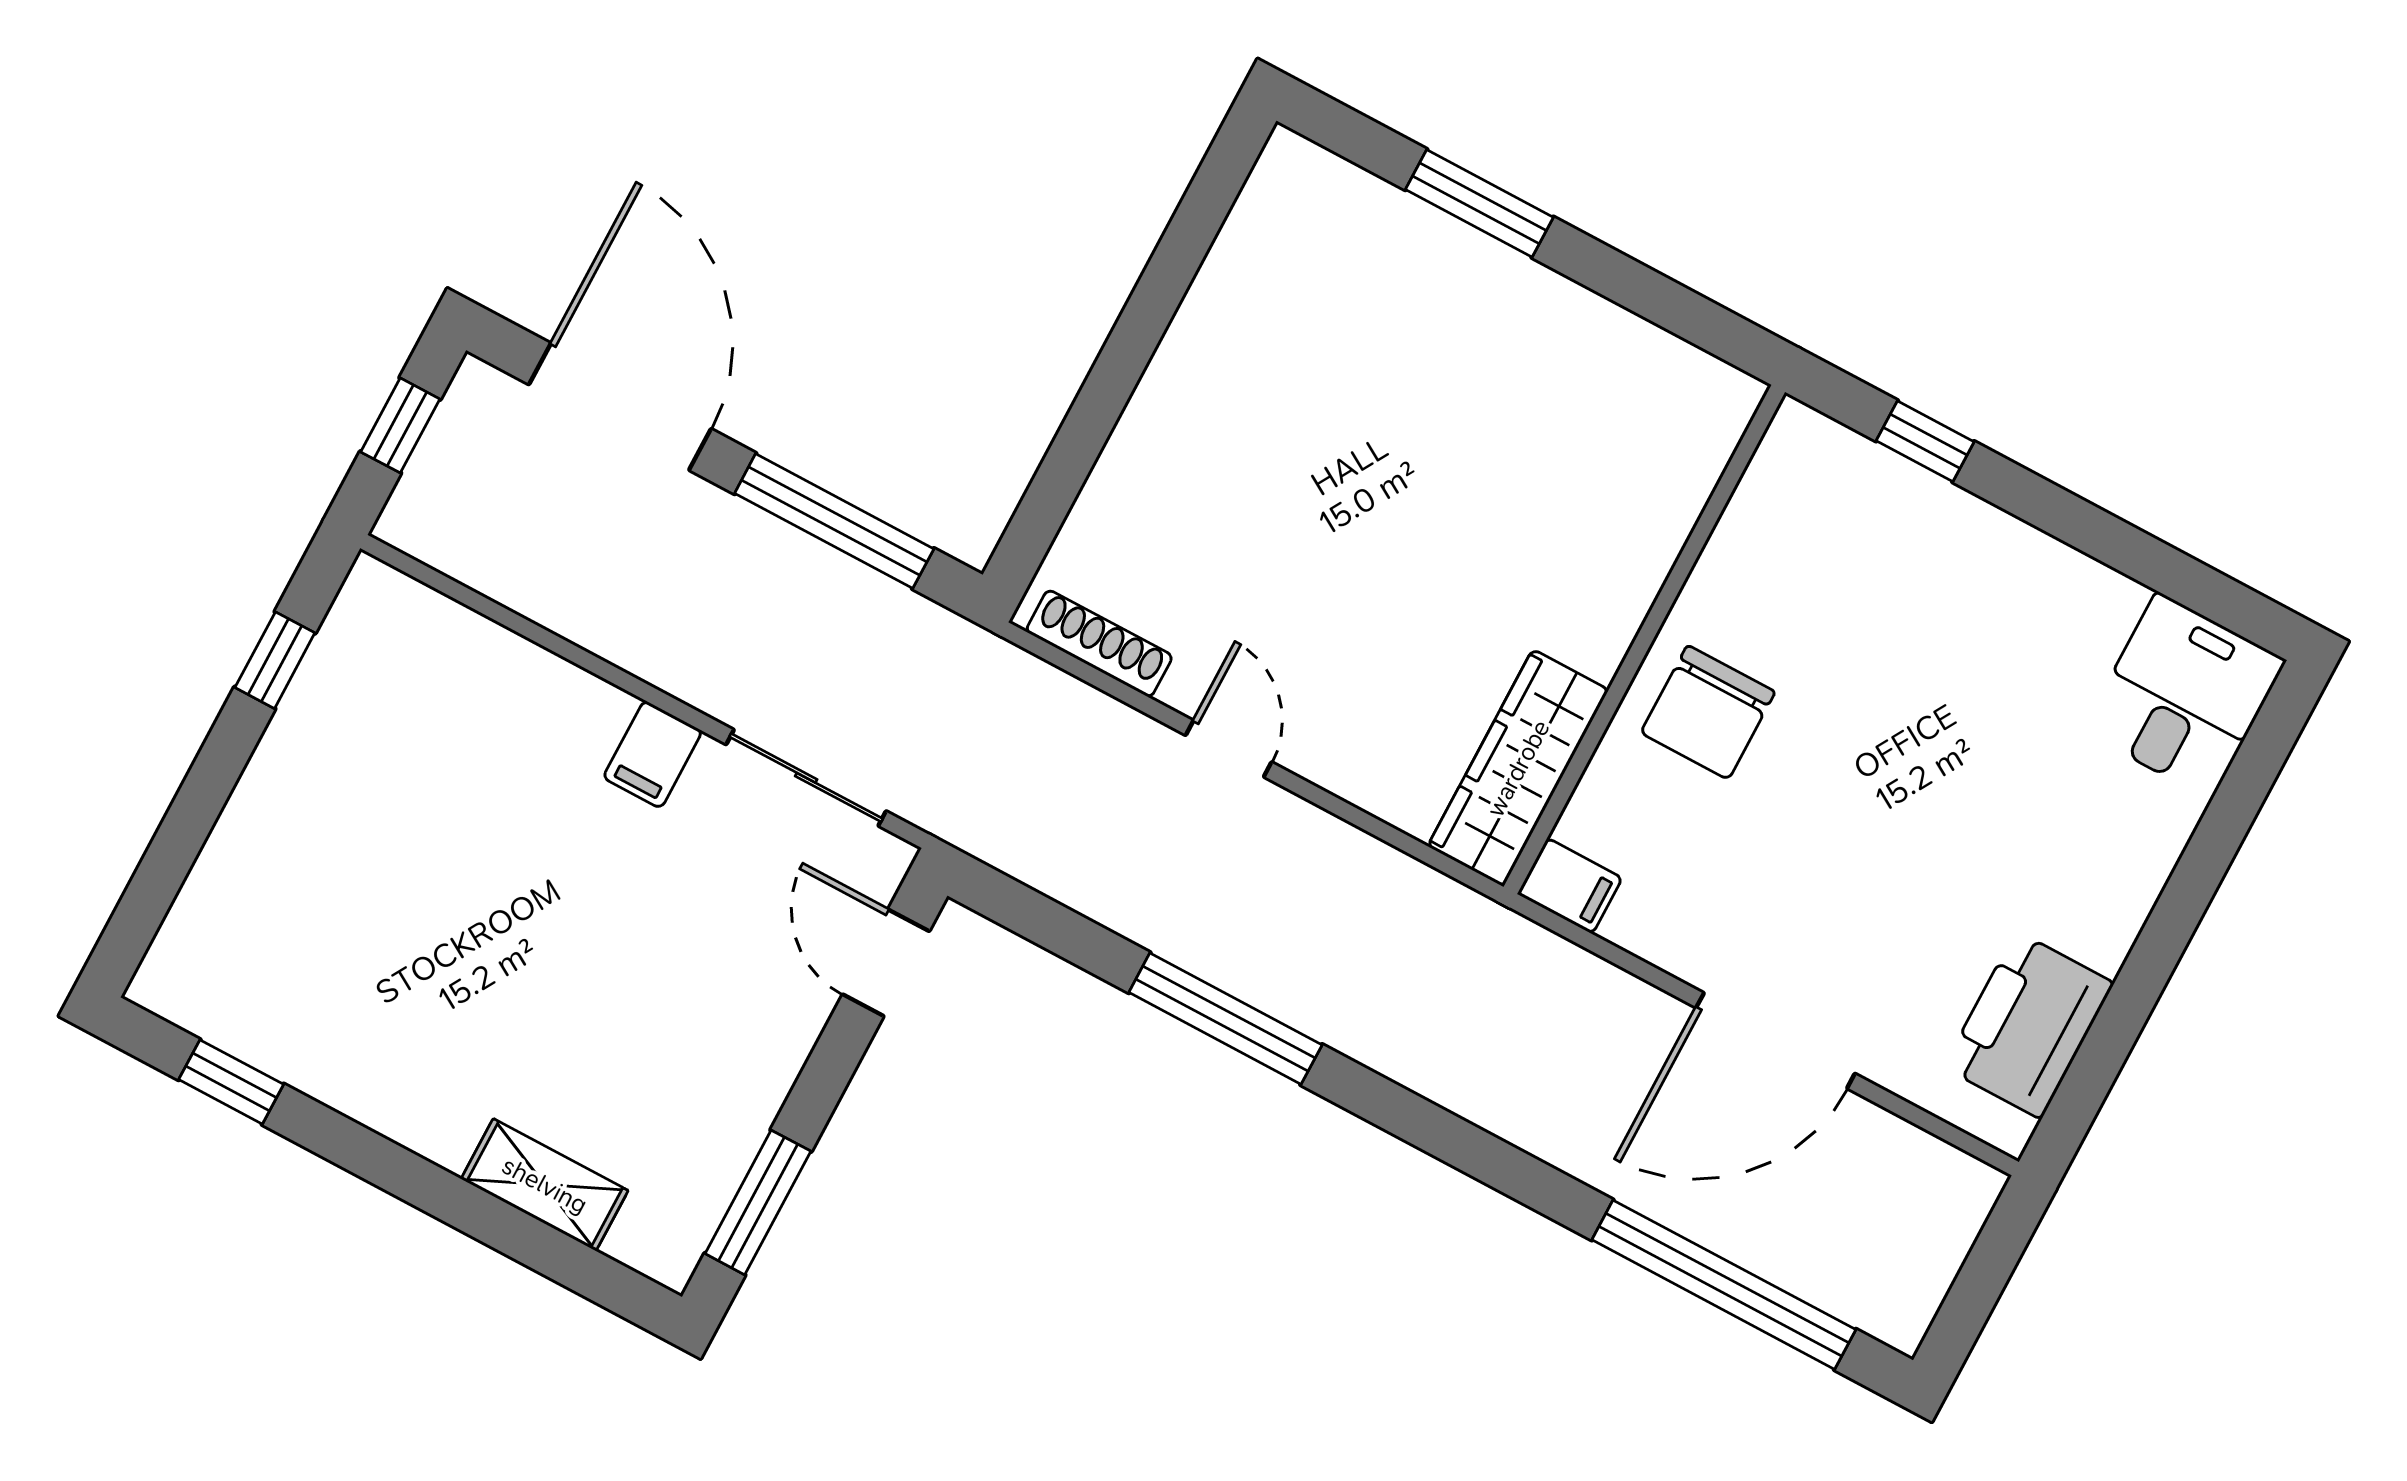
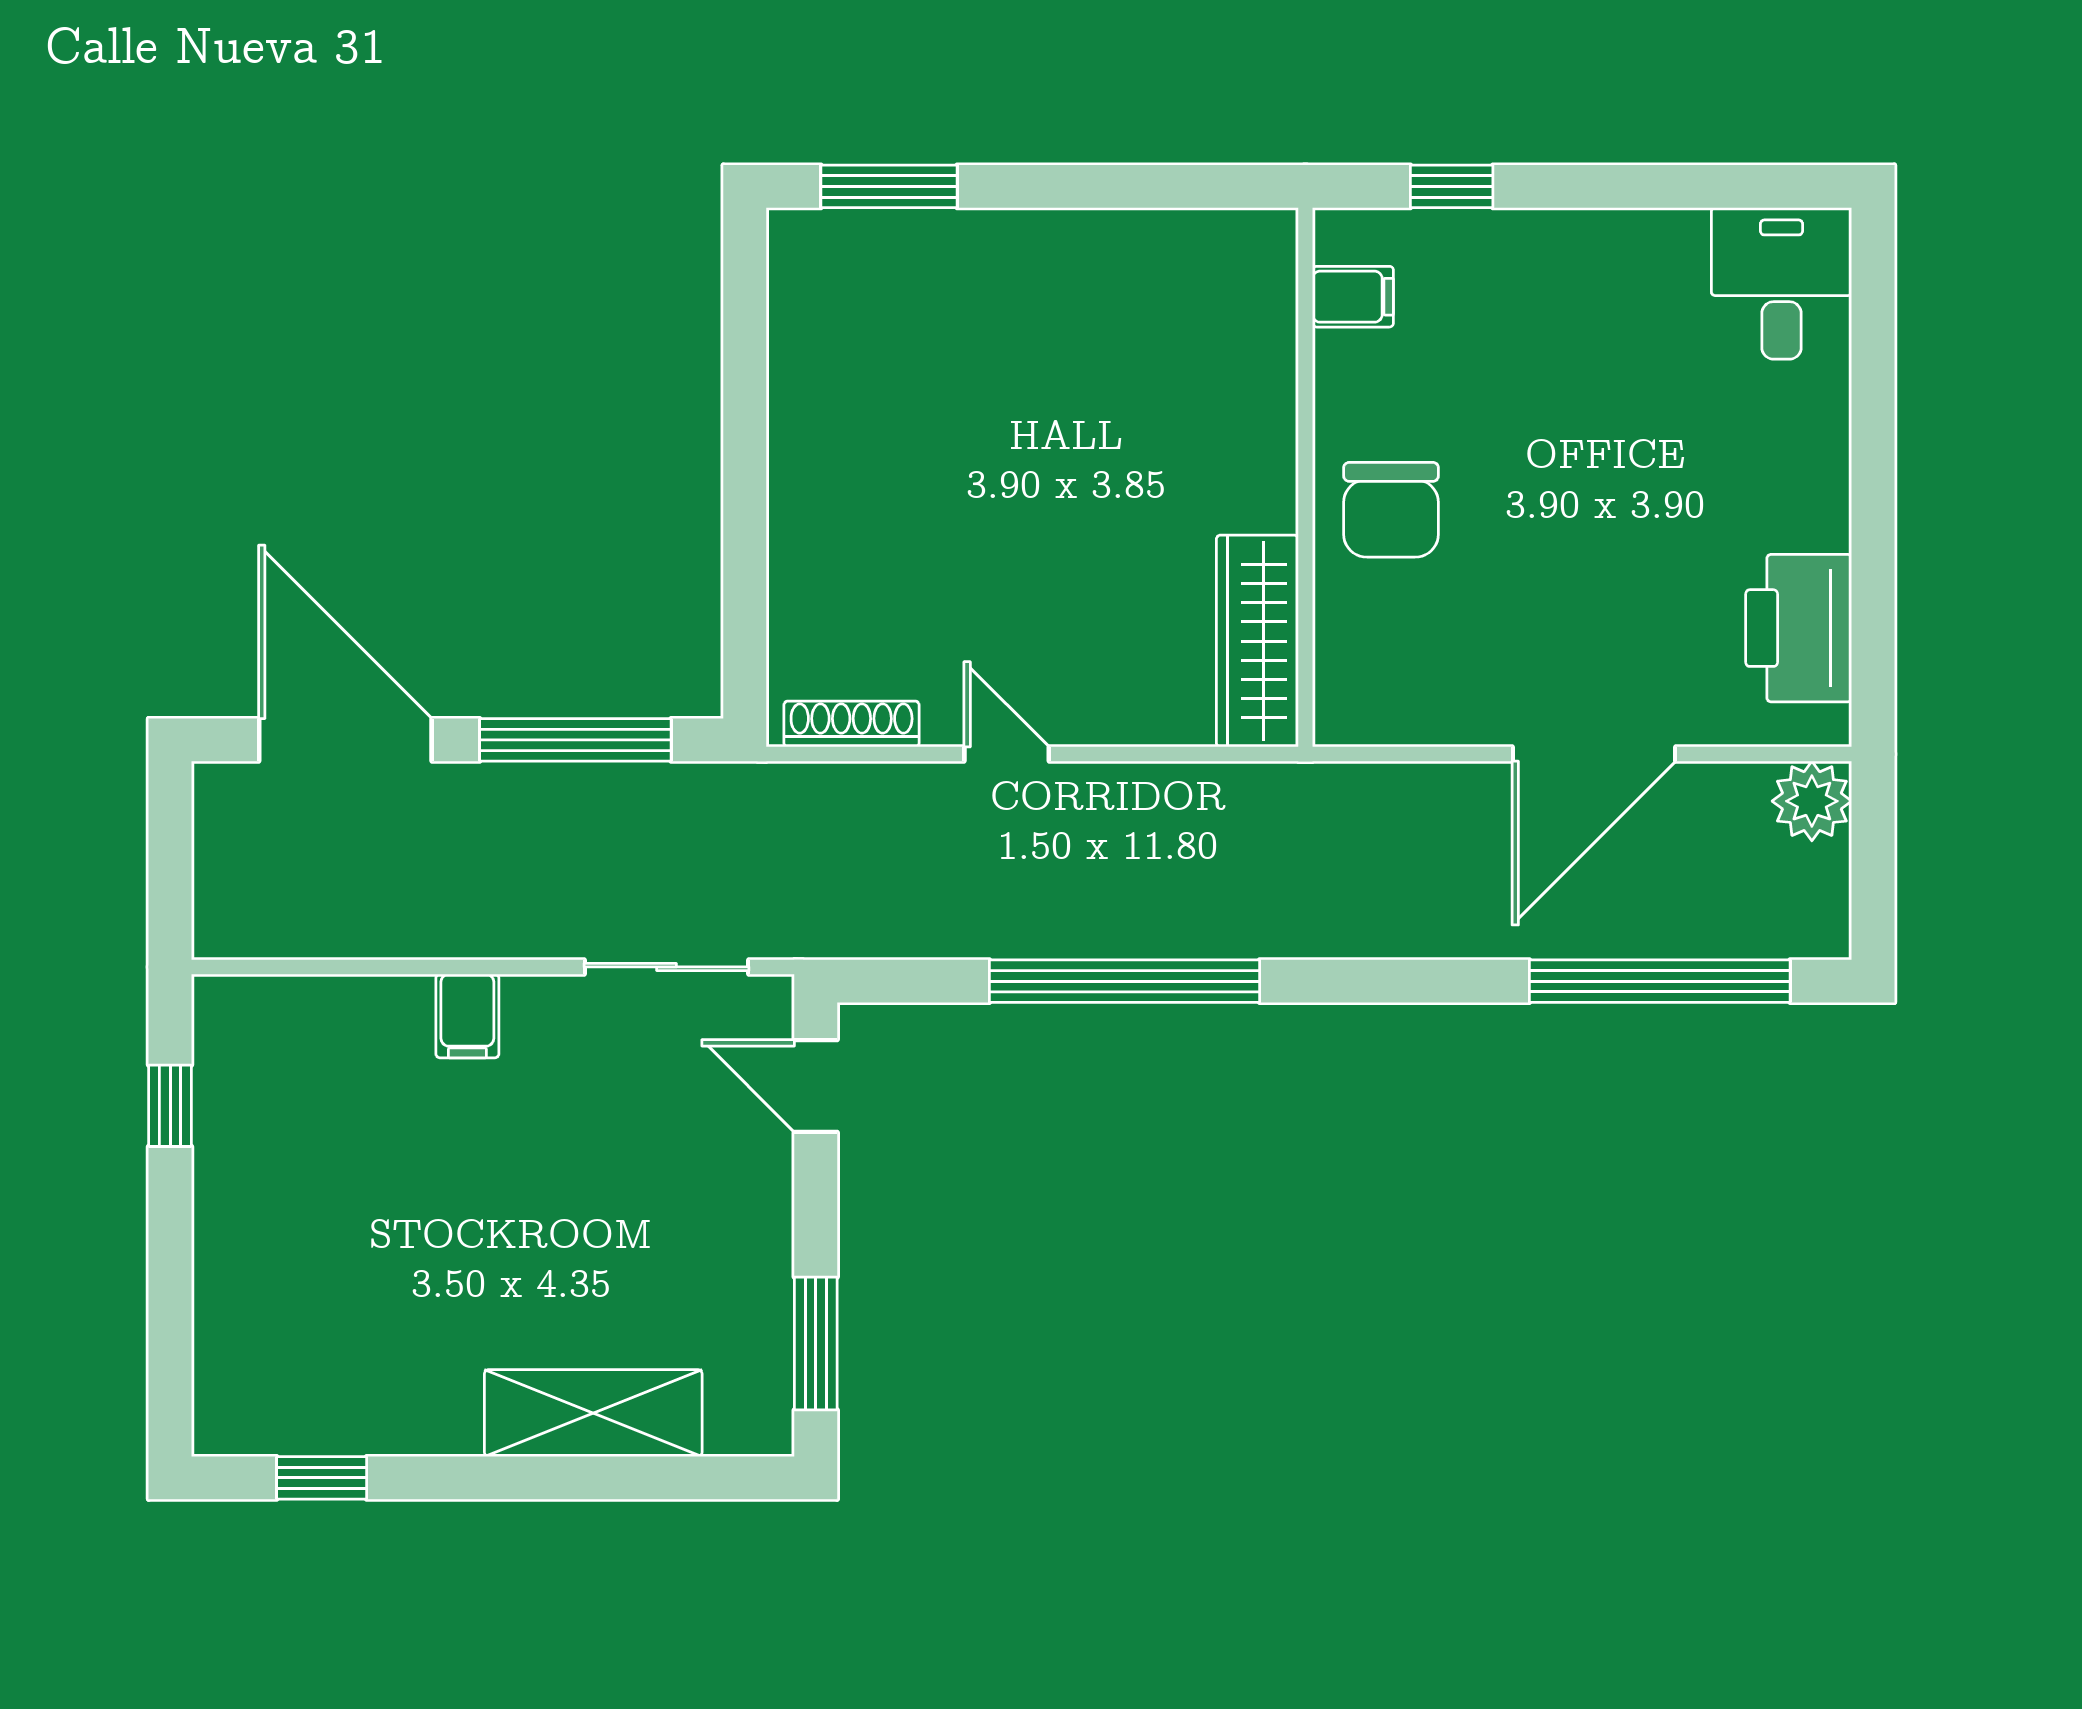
window: (1479, 203) -> (889, 186), moved
window: (400, 425) -> (170, 854), removed
filing cabinet: (653, 754) -> (467, 1016), moved
filing cabinet: (1570, 886) -> (1353, 297), moved
window: (1225, 1019) -> (1124, 981), width x1.46
shelving: (545, 1185) -> (593, 1413), width x1.50, depth x1.33
plant: (1955, 1193) -> (1812, 801), added

